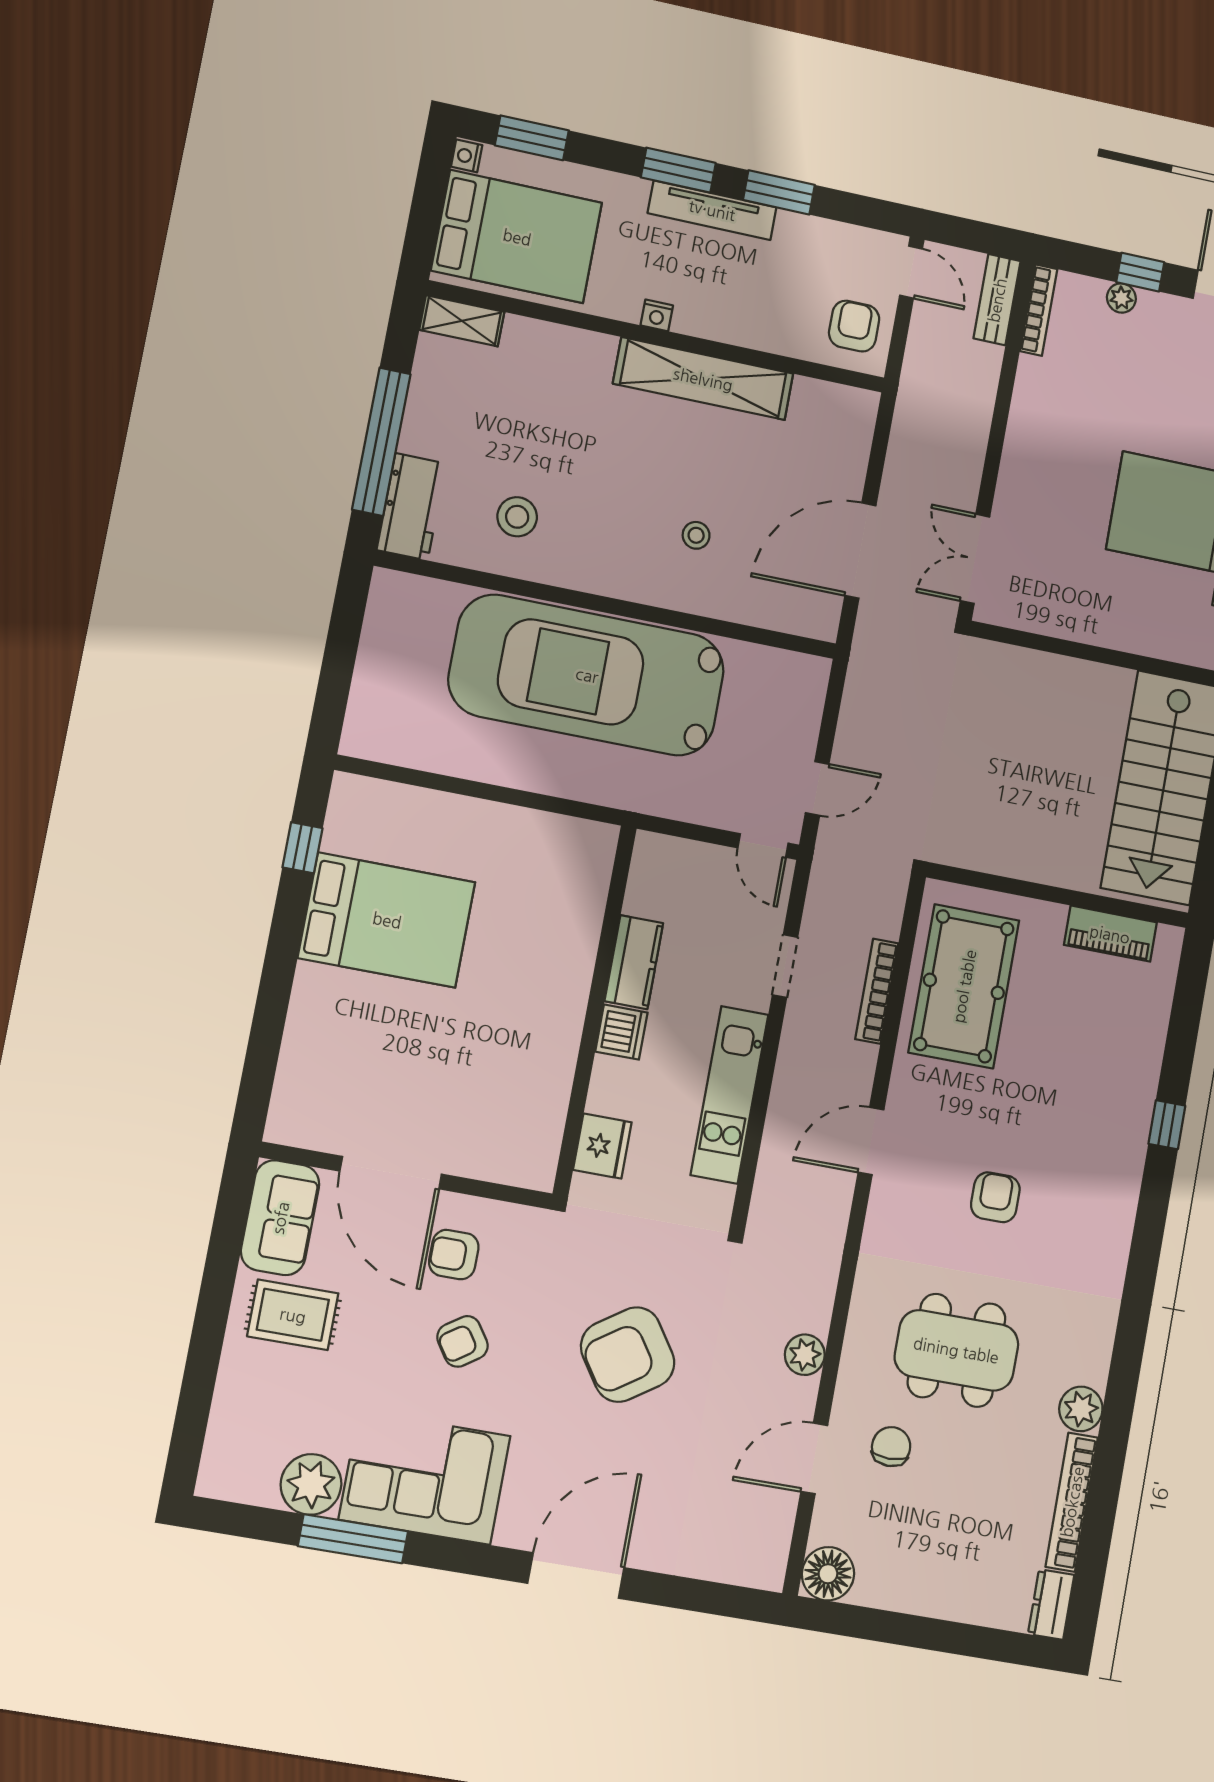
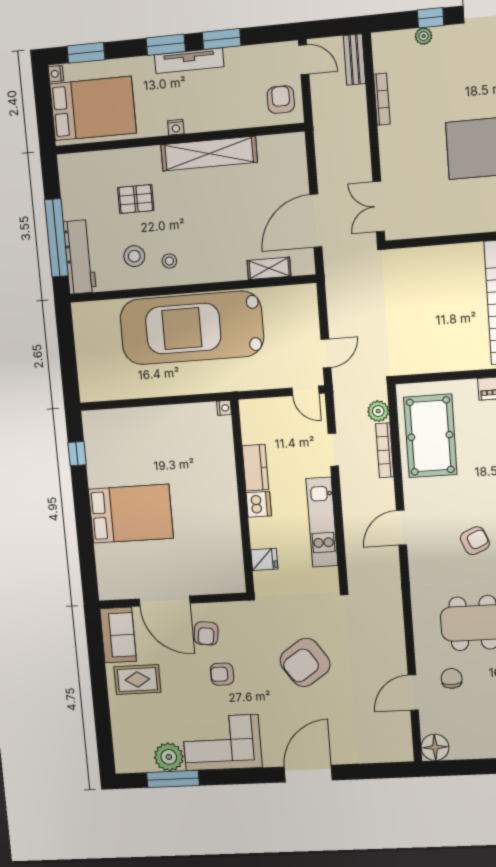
bookcase: (1039, 310) -> (382, 99), moved
shelving: (462, 321) -> (269, 268), moved
pallet: (549, 417) -> (136, 199), added
workbench: (411, 507) -> (80, 257), width x1.38
stool: (696, 535) -> (169, 261), moved
nightstand: (606, 837) -> (224, 408), added
bed: (387, 920) -> (131, 514), moved
fridge: (602, 1146) -> (264, 559), width x0.72
armchair: (995, 1197) -> (475, 541), turned 67
armchair: (454, 1255) -> (206, 633), turned -83
armchair: (462, 1341) -> (222, 674), turned 34
plant: (805, 1355) -> (378, 411), moved
window: (353, 1539) -> (173, 779), moved

